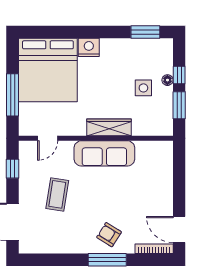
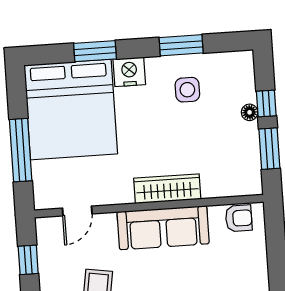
window: (67, 32) -> (95, 51), added
window: (145, 32) -> (181, 45), moved
side table: (143, 88) -> (187, 90), moved
armchair: (155, 150) -> (239, 218), added

